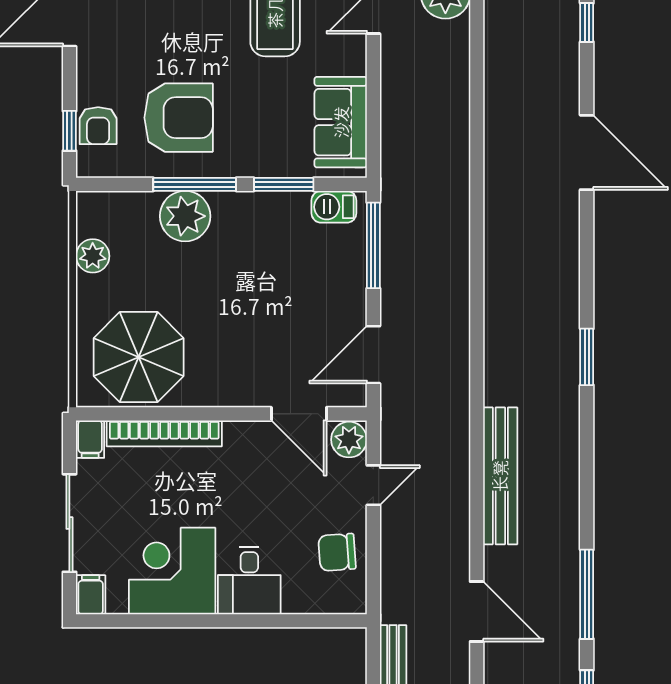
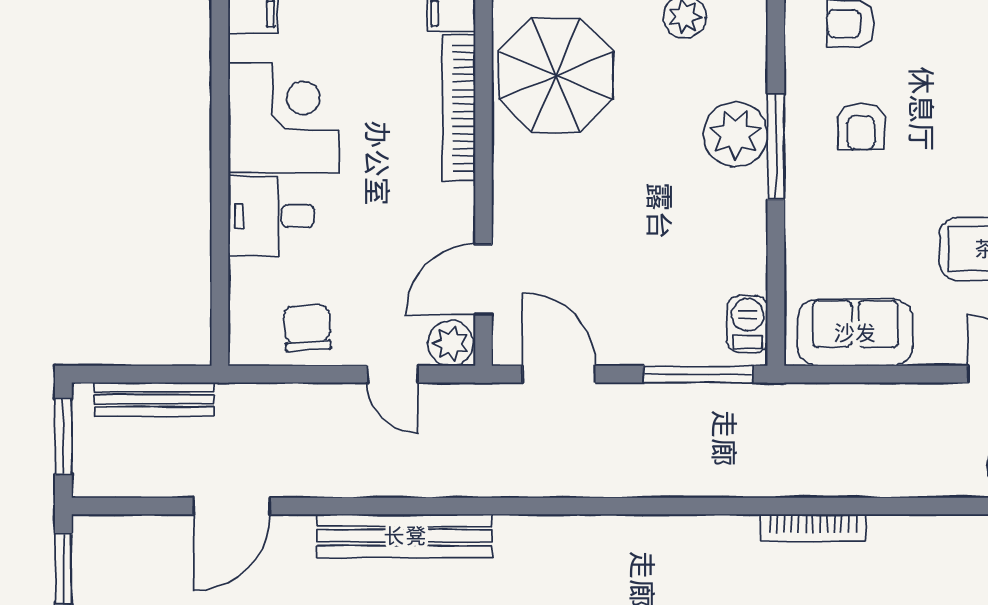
armchair: (179, 118) -> (861, 126), width x0.53, depth x0.53
bookcase: (494, 155) -> (813, 528), added
window: (284, 184) -> (776, 260), removed

